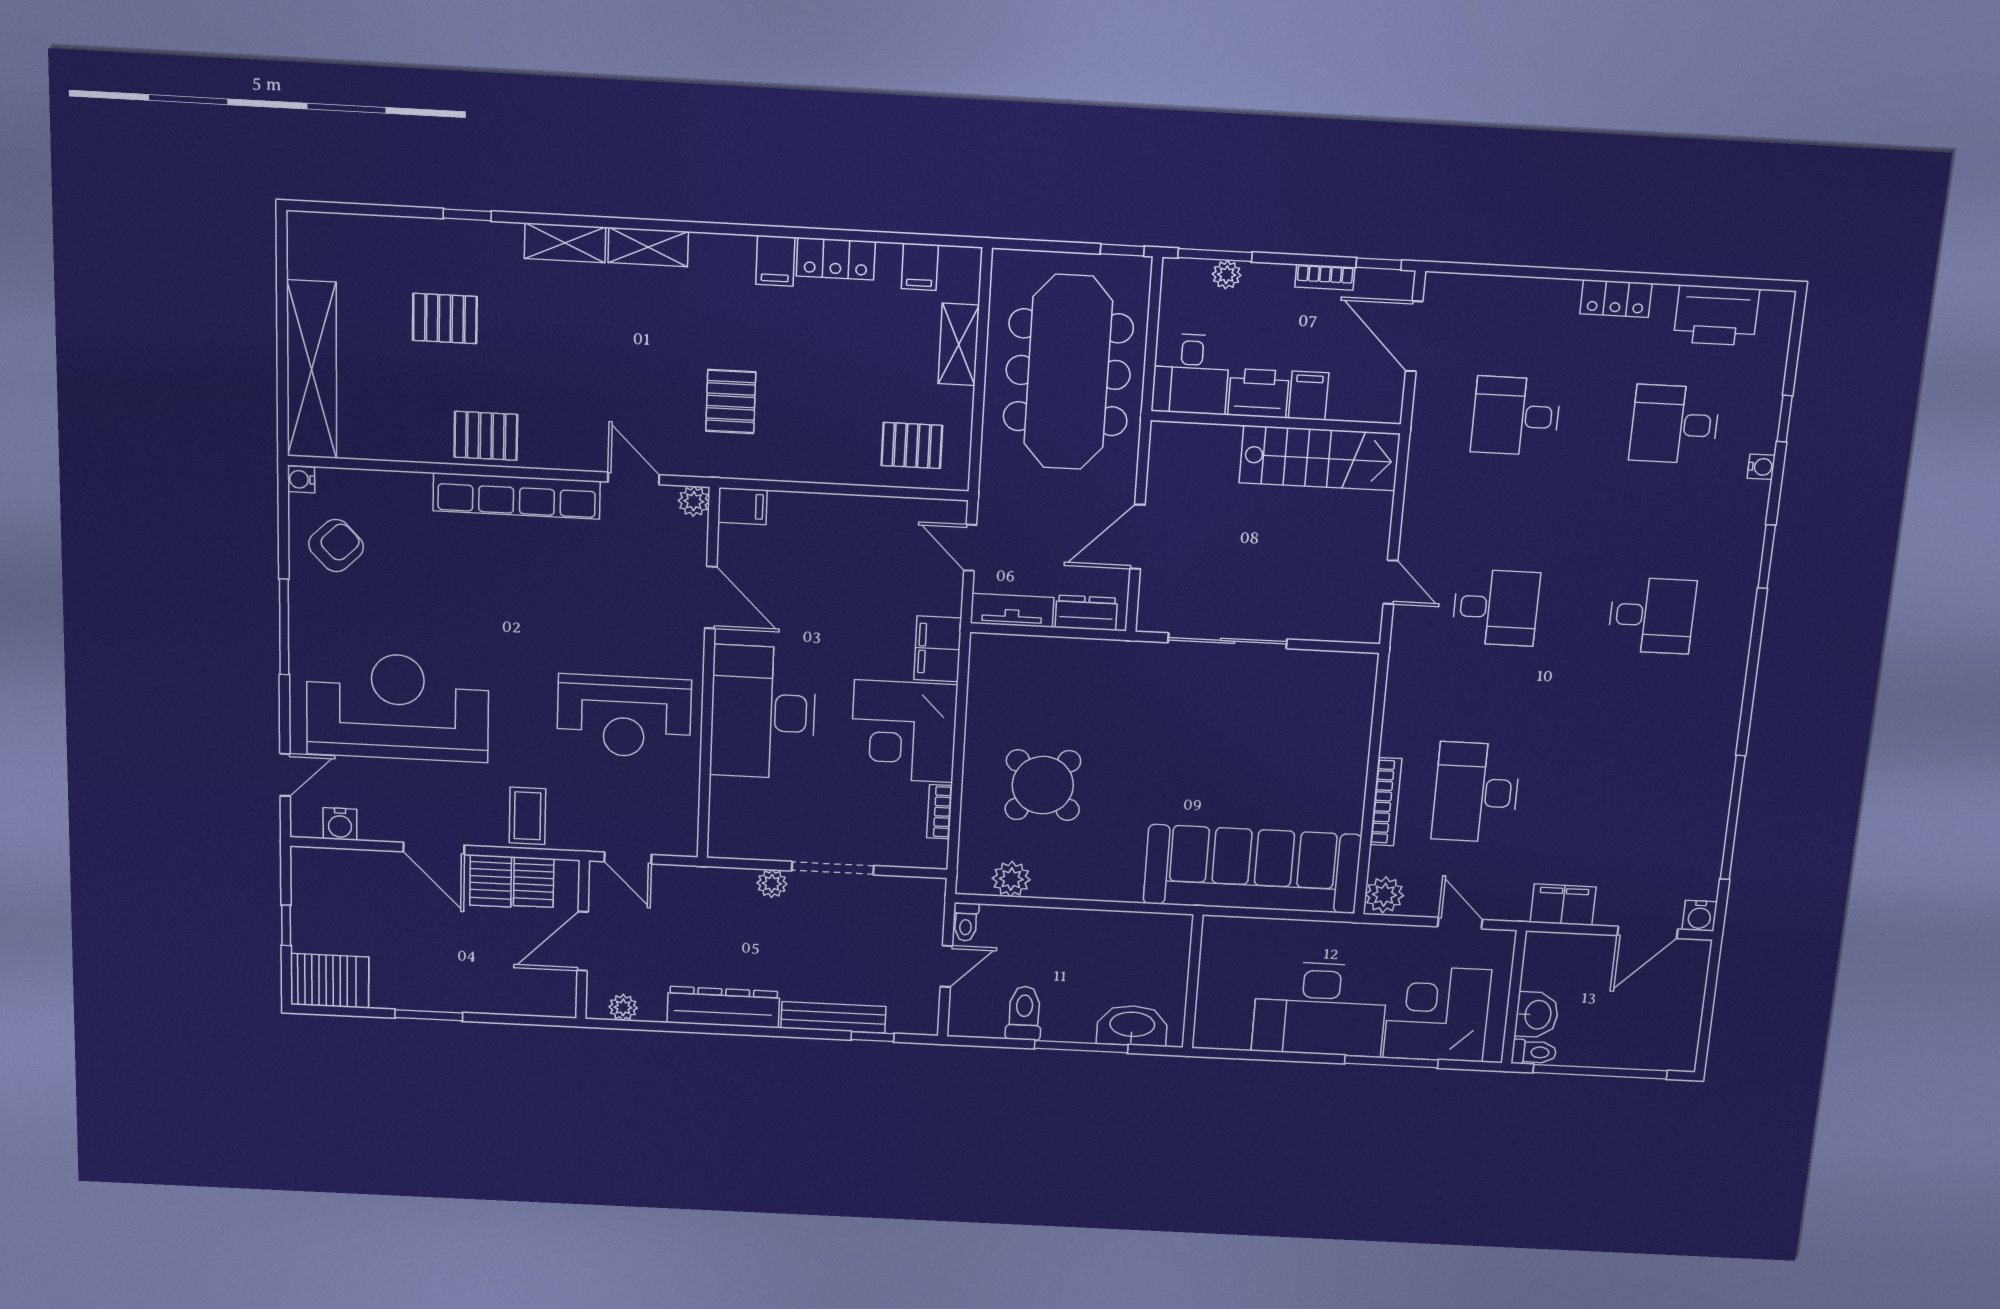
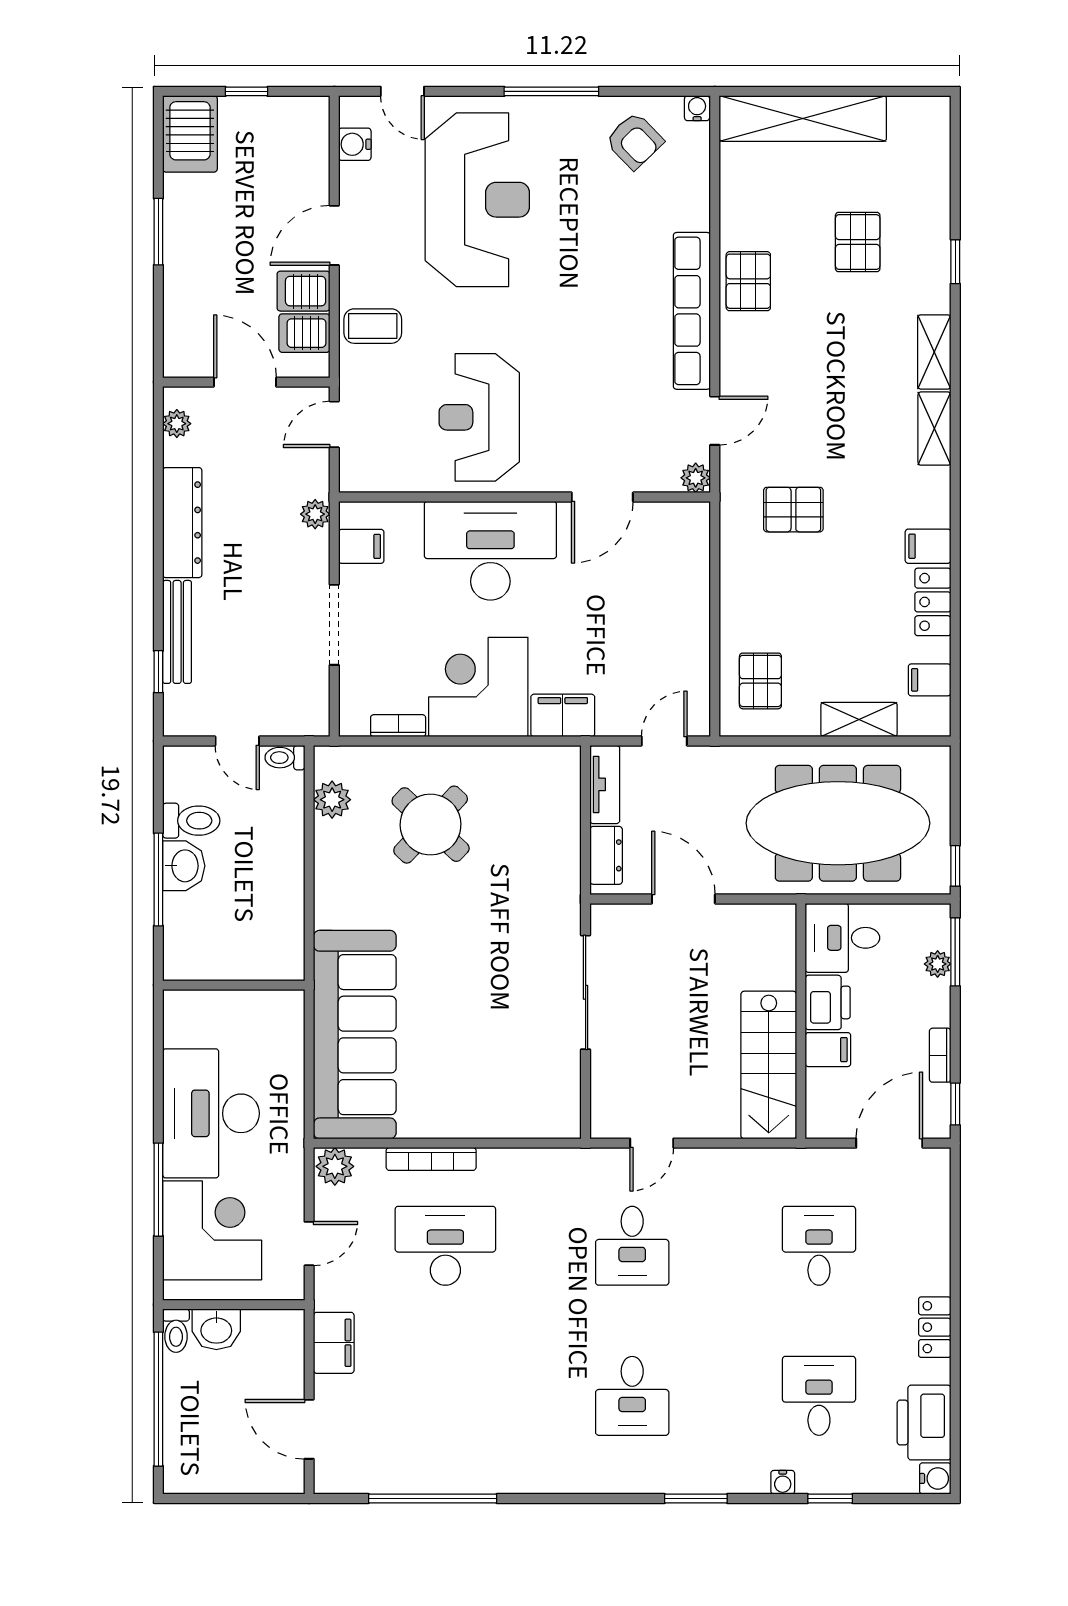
filing cabinet: (742, 506) -> (361, 546), moved, turned -90
plant: (772, 883) -> (315, 514), moved
water cooler: (1700, 916) -> (935, 1478), moved, turned 180
washbasin: (1132, 1026) -> (184, 866), moved, width x0.72

